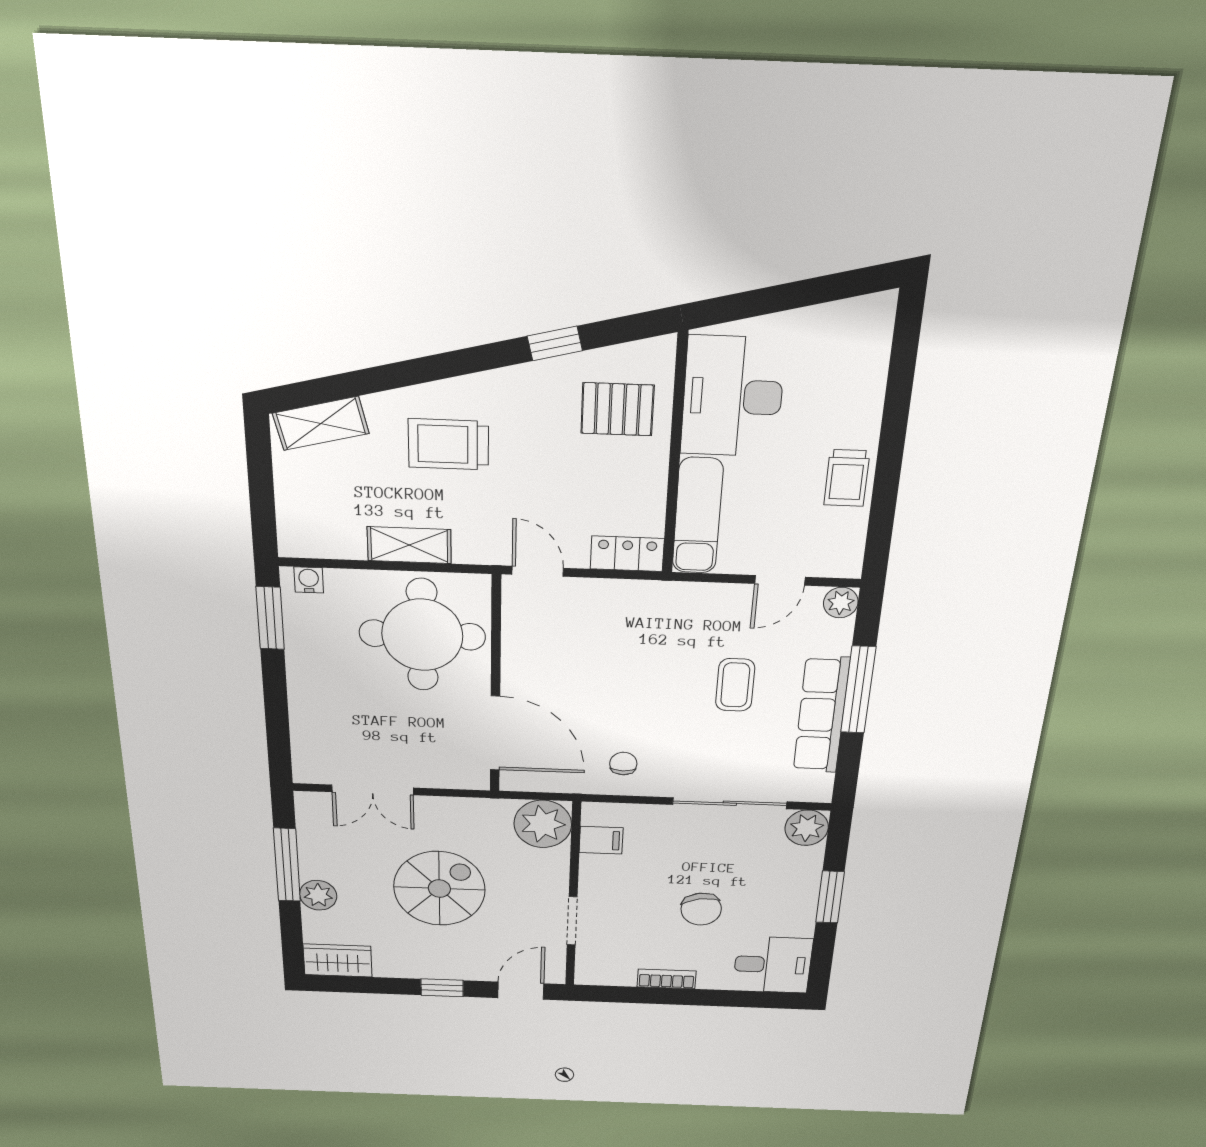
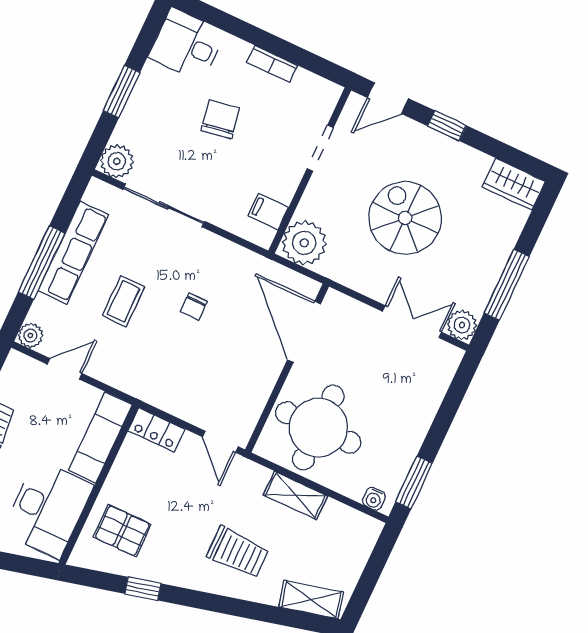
chair: (623, 764) -> (194, 307), moved
spiral stairs: (439, 889) -> (405, 218), turned 90
plant: (318, 895) -> (462, 325), moved

